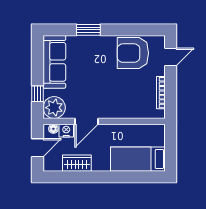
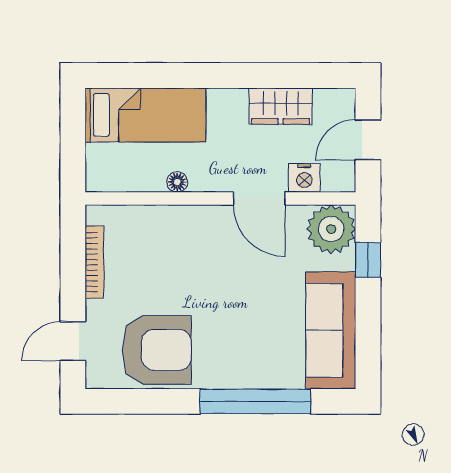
window: (88, 30) -> (255, 401), width x2.11
door: (87, 121) -> (259, 198), swing flipped
floor lamp: (53, 129) -> (177, 182), moved

